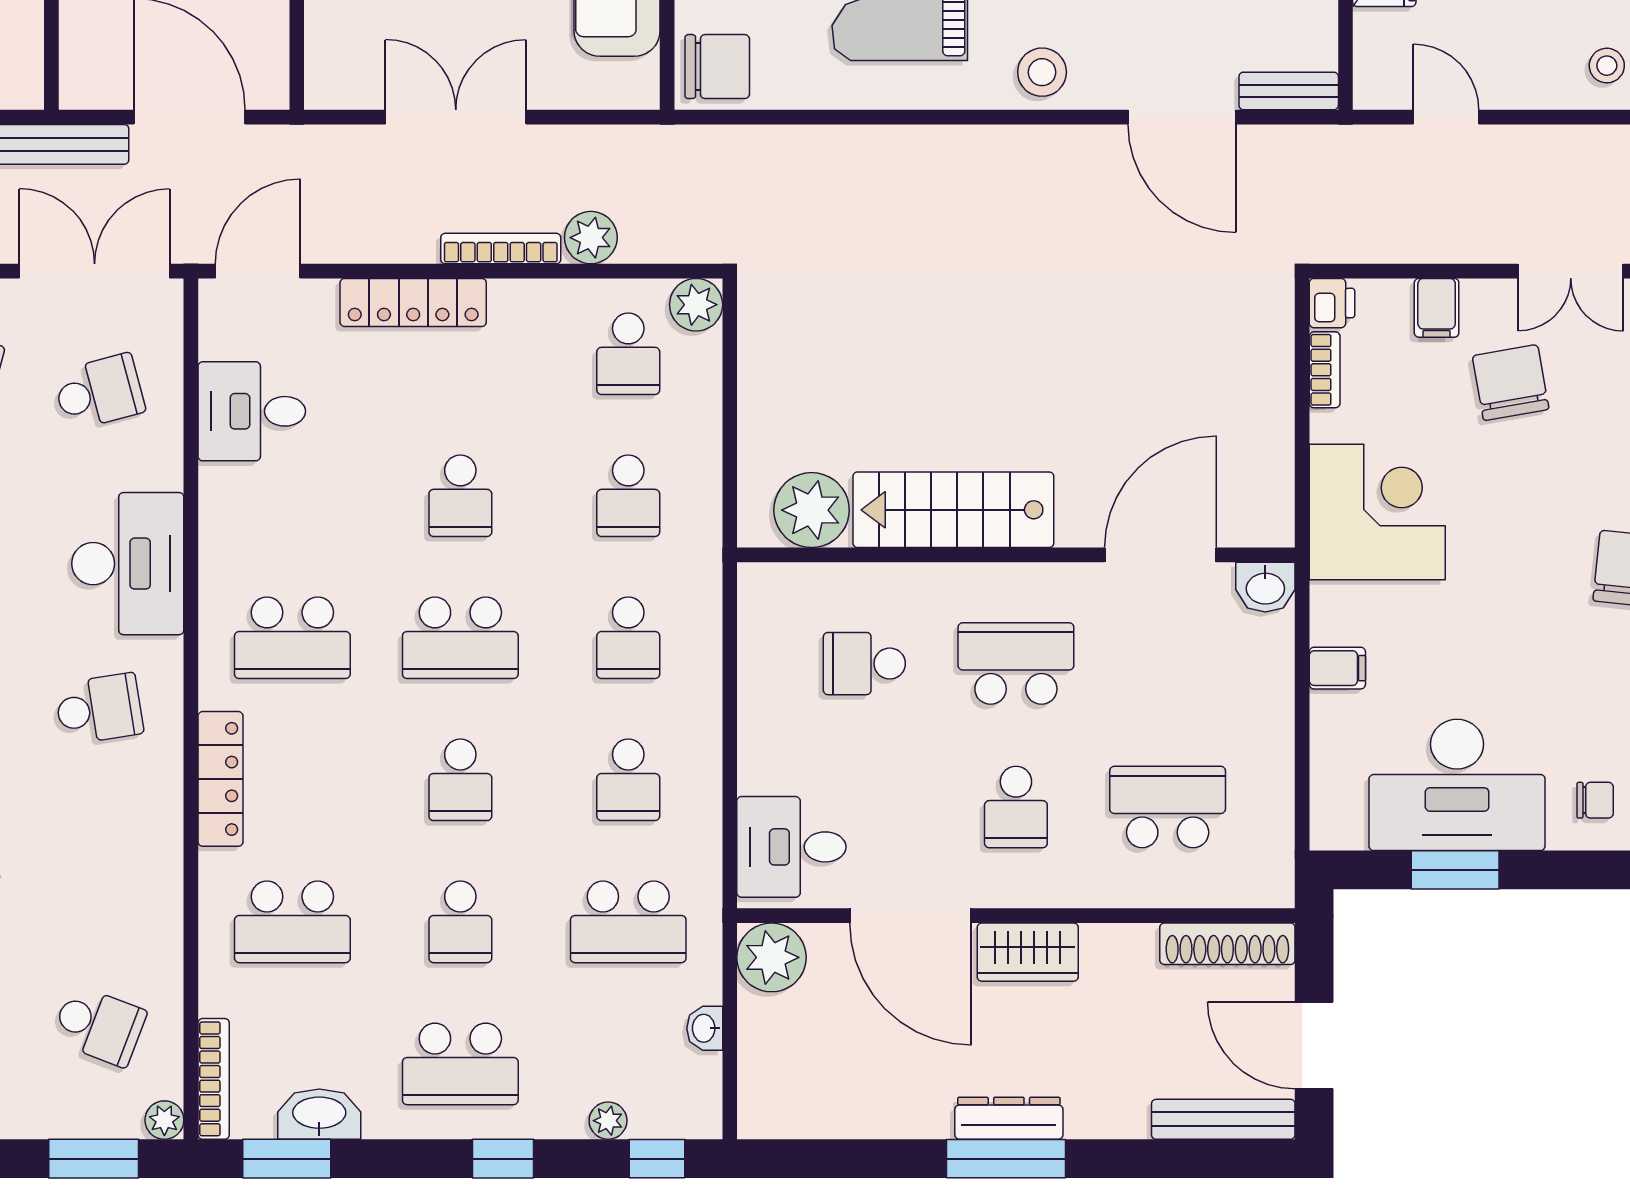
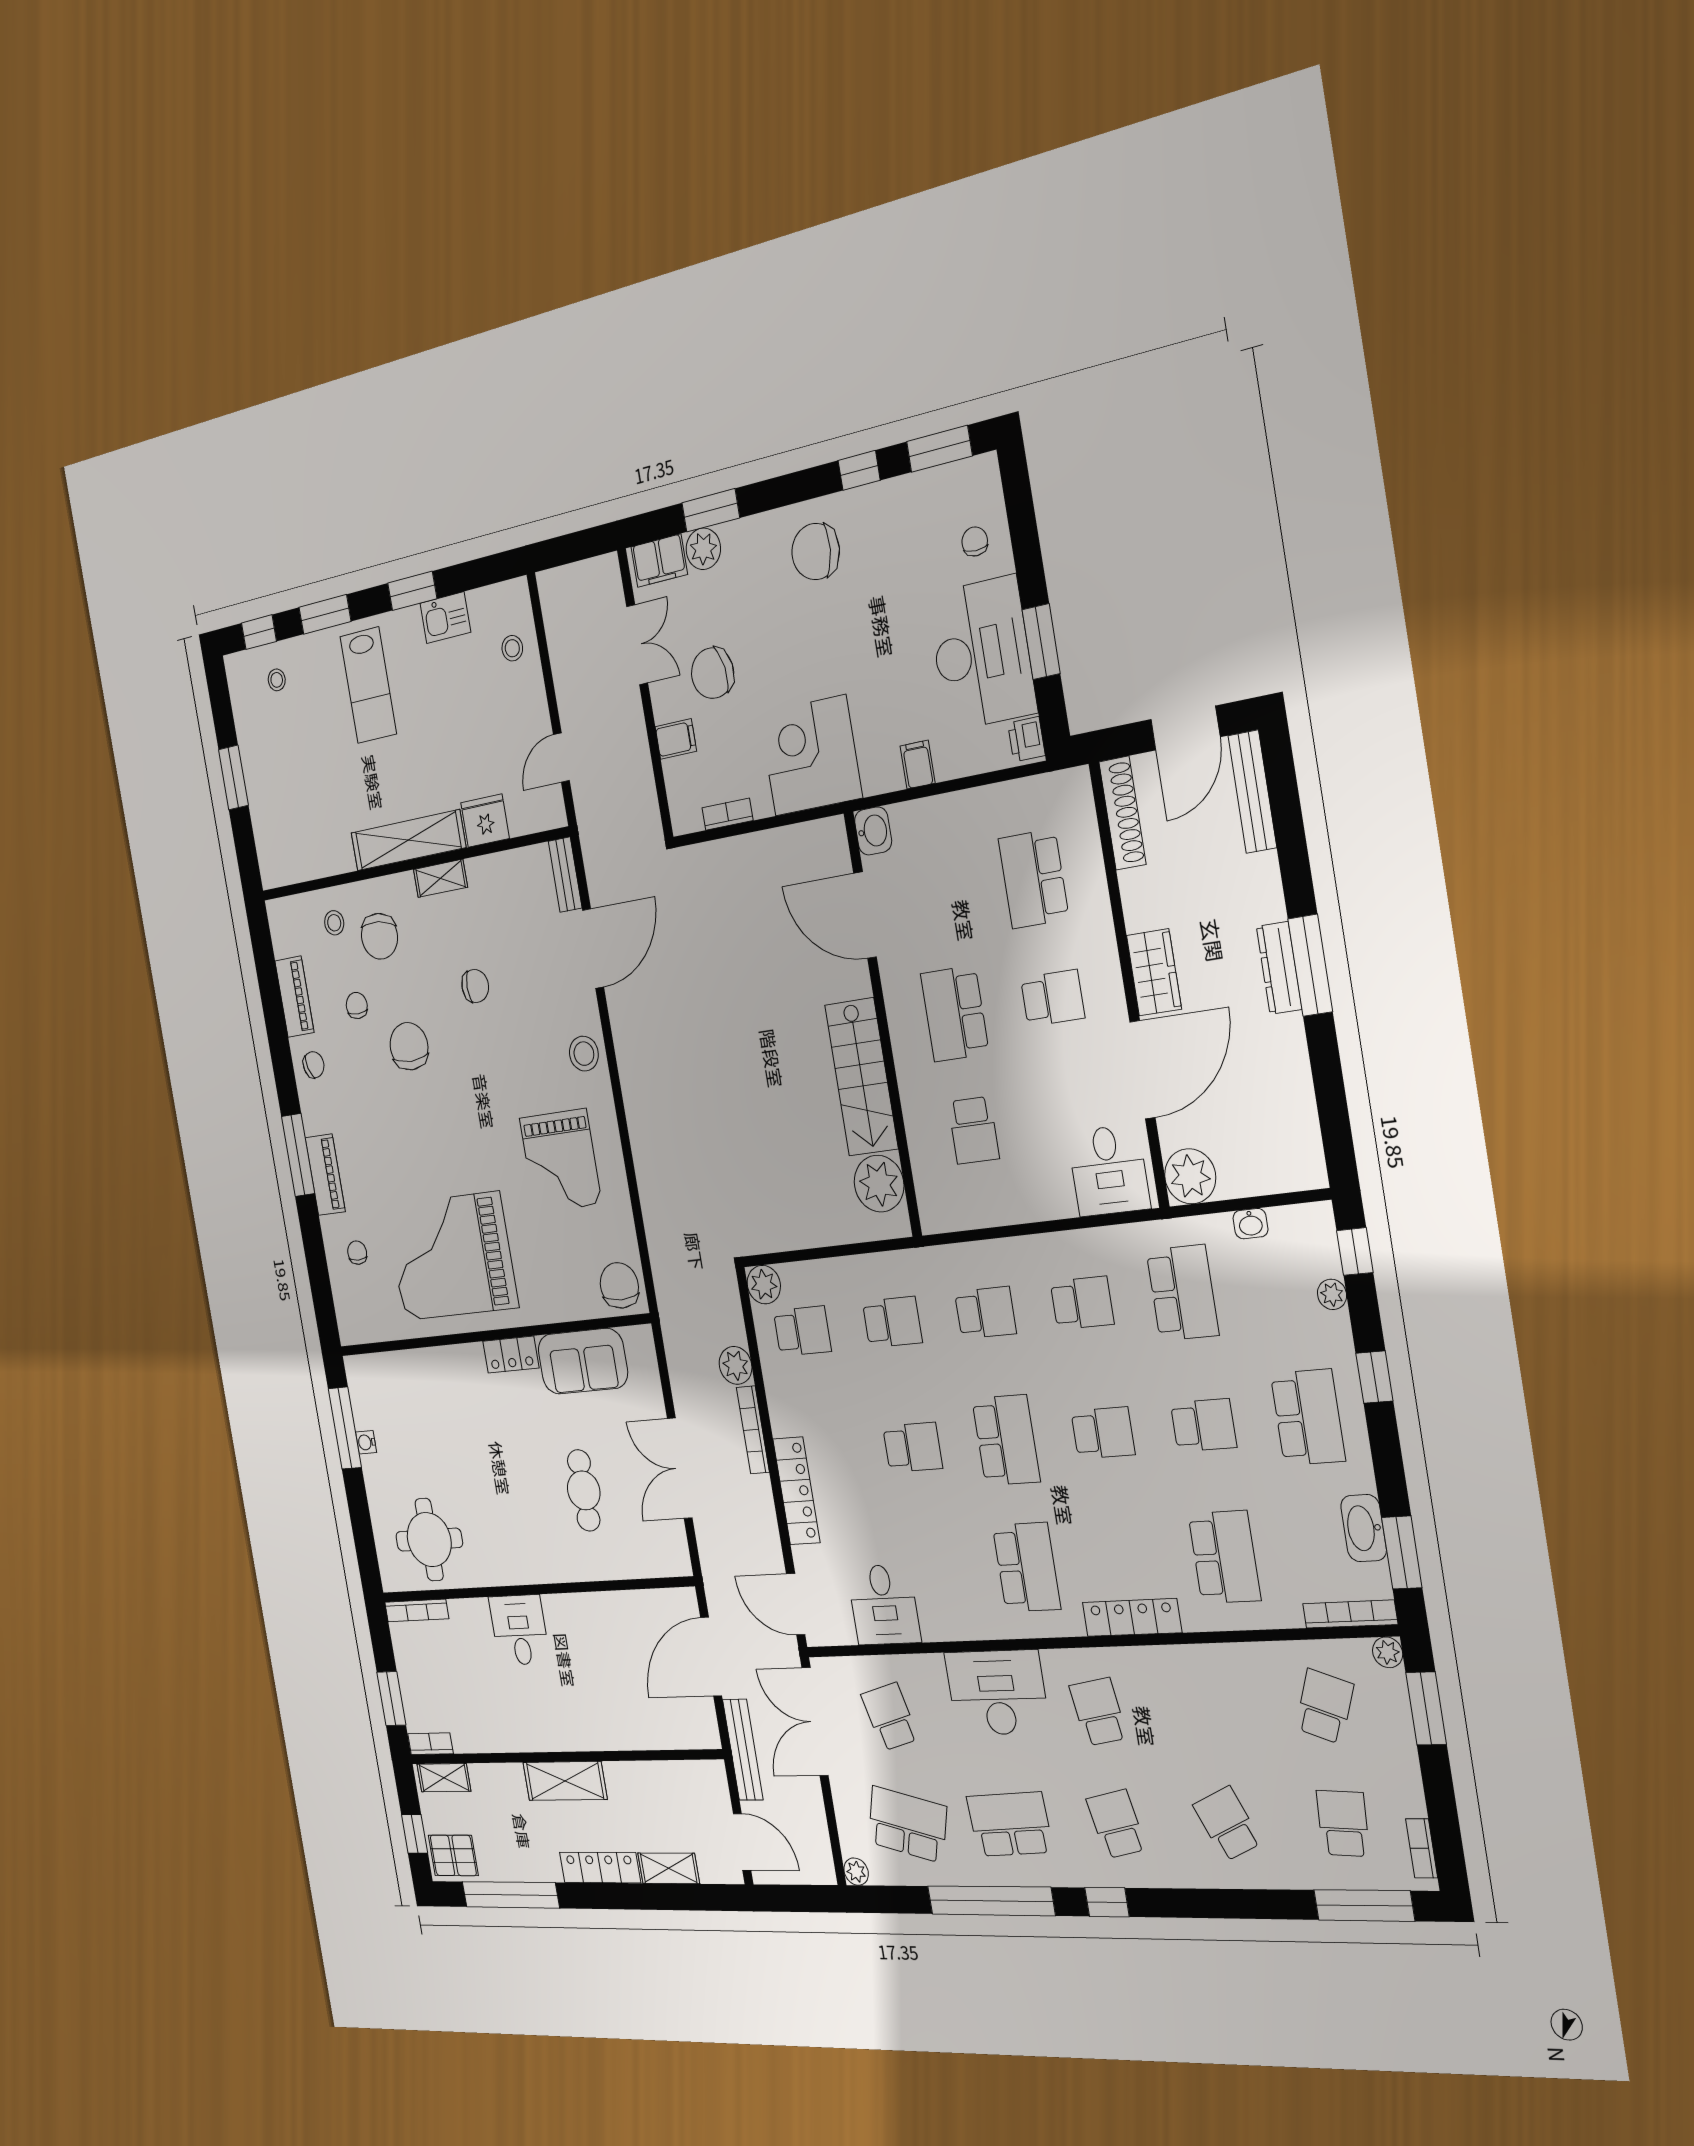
printer: (1332, 303) -> (1026, 739), moved, turned -90

